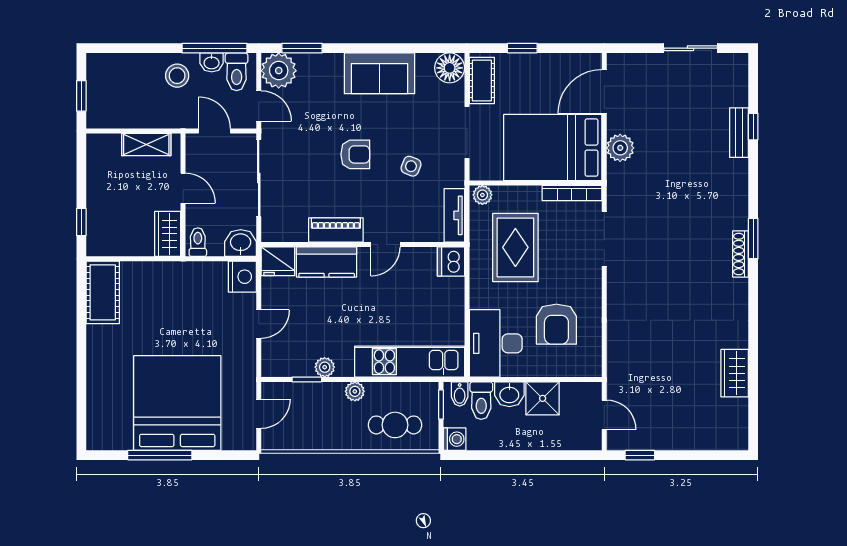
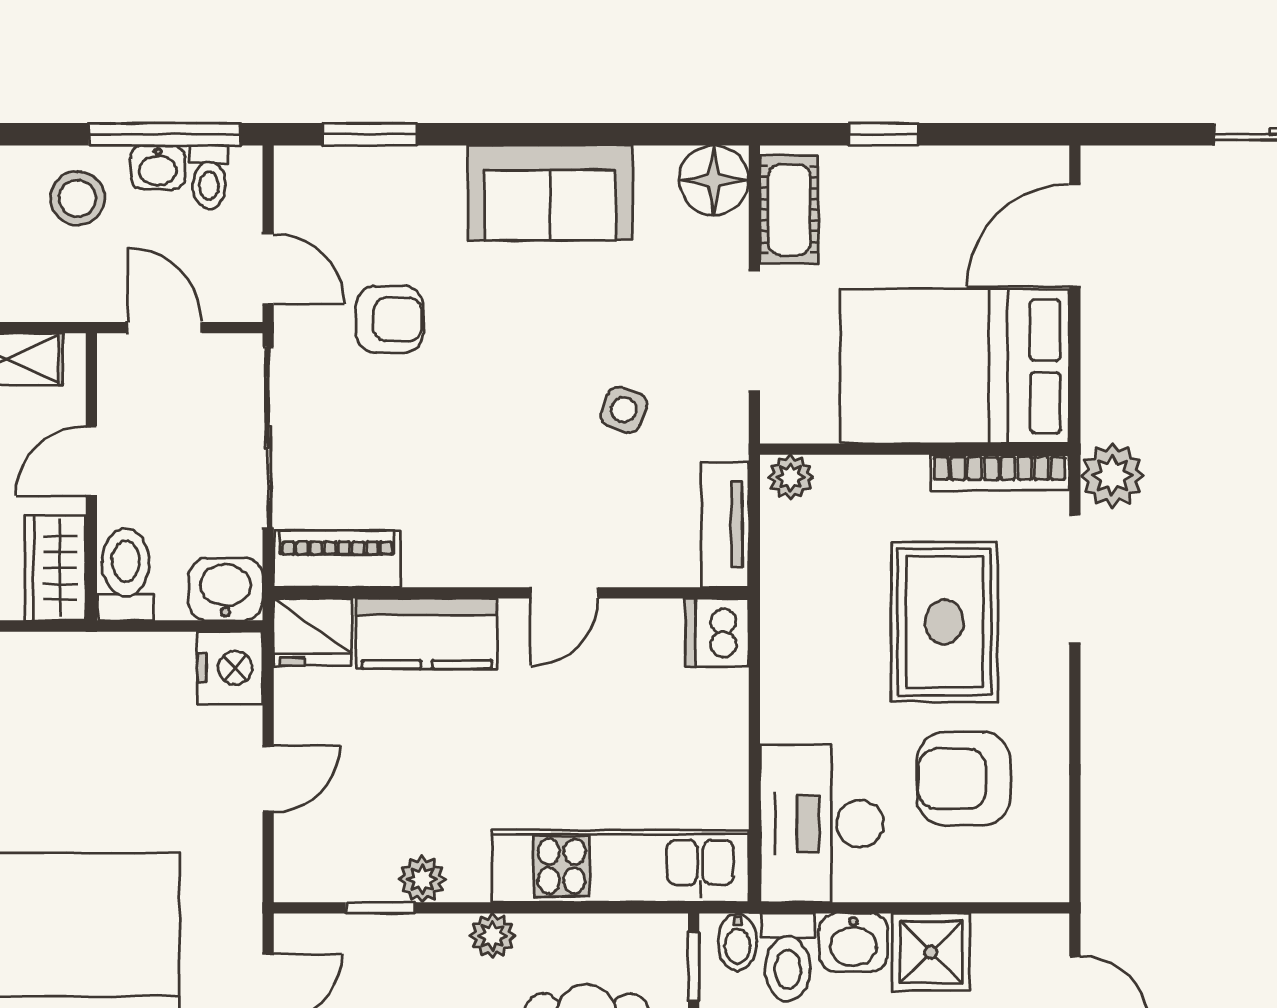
plant: (279, 71) -> (315, 186), removed
toilet: (237, 72) -> (209, 177), width x0.73, depth x0.72
plant: (620, 148) -> (1112, 476), moved
armchair: (355, 154) -> (390, 319), moved
door: (183, 188) -> (91, 461), swing flipped
piano: (336, 230) -> (337, 559), moved
toilet: (198, 242) -> (126, 574), width x1.37, depth x1.39
rug: (515, 247) -> (944, 622), moved
armchair: (556, 324) -> (963, 779), turned 90

